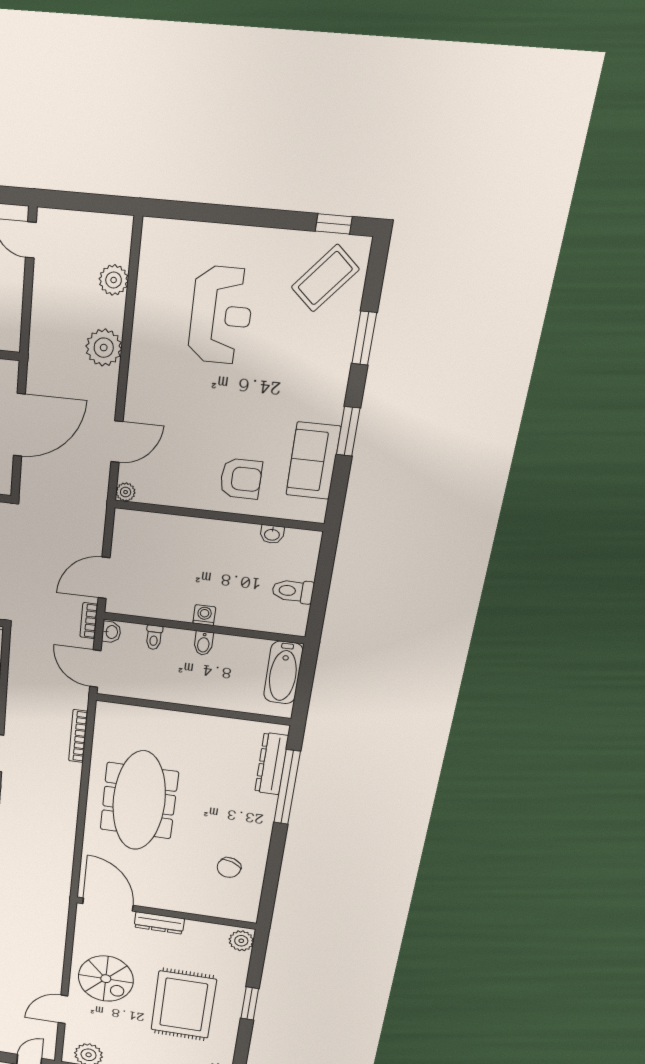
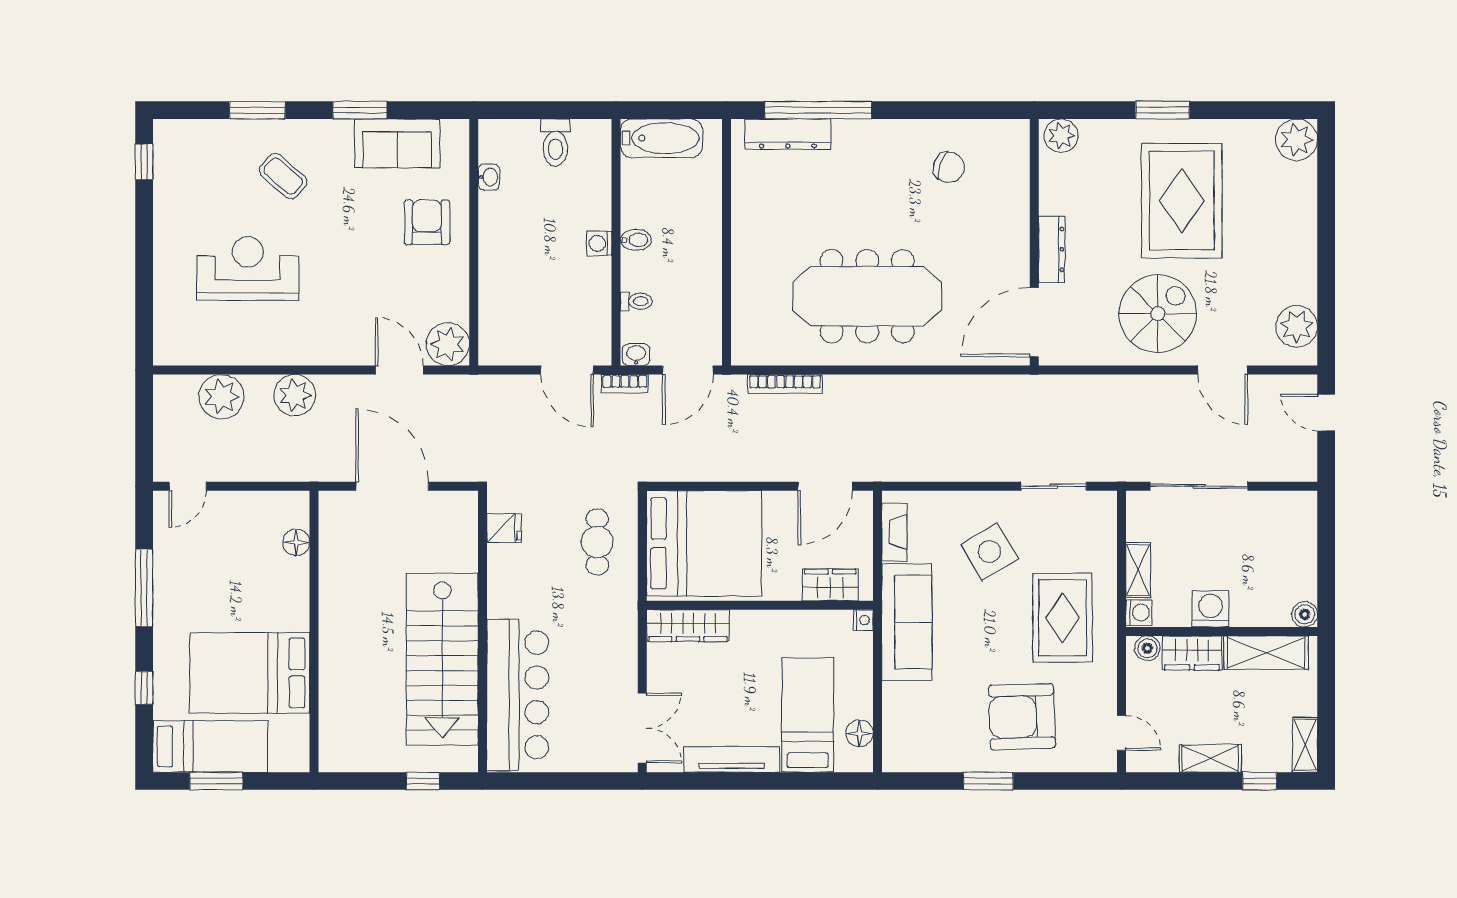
coffee table: (325, 278) -> (283, 176), moved, width x0.73, depth x0.77
plant: (114, 280) -> (221, 397), width x1.36, depth x1.36
plant: (126, 492) -> (448, 344), width x1.88, depth x1.88
rug: (184, 1005) -> (1182, 201), turned 90

